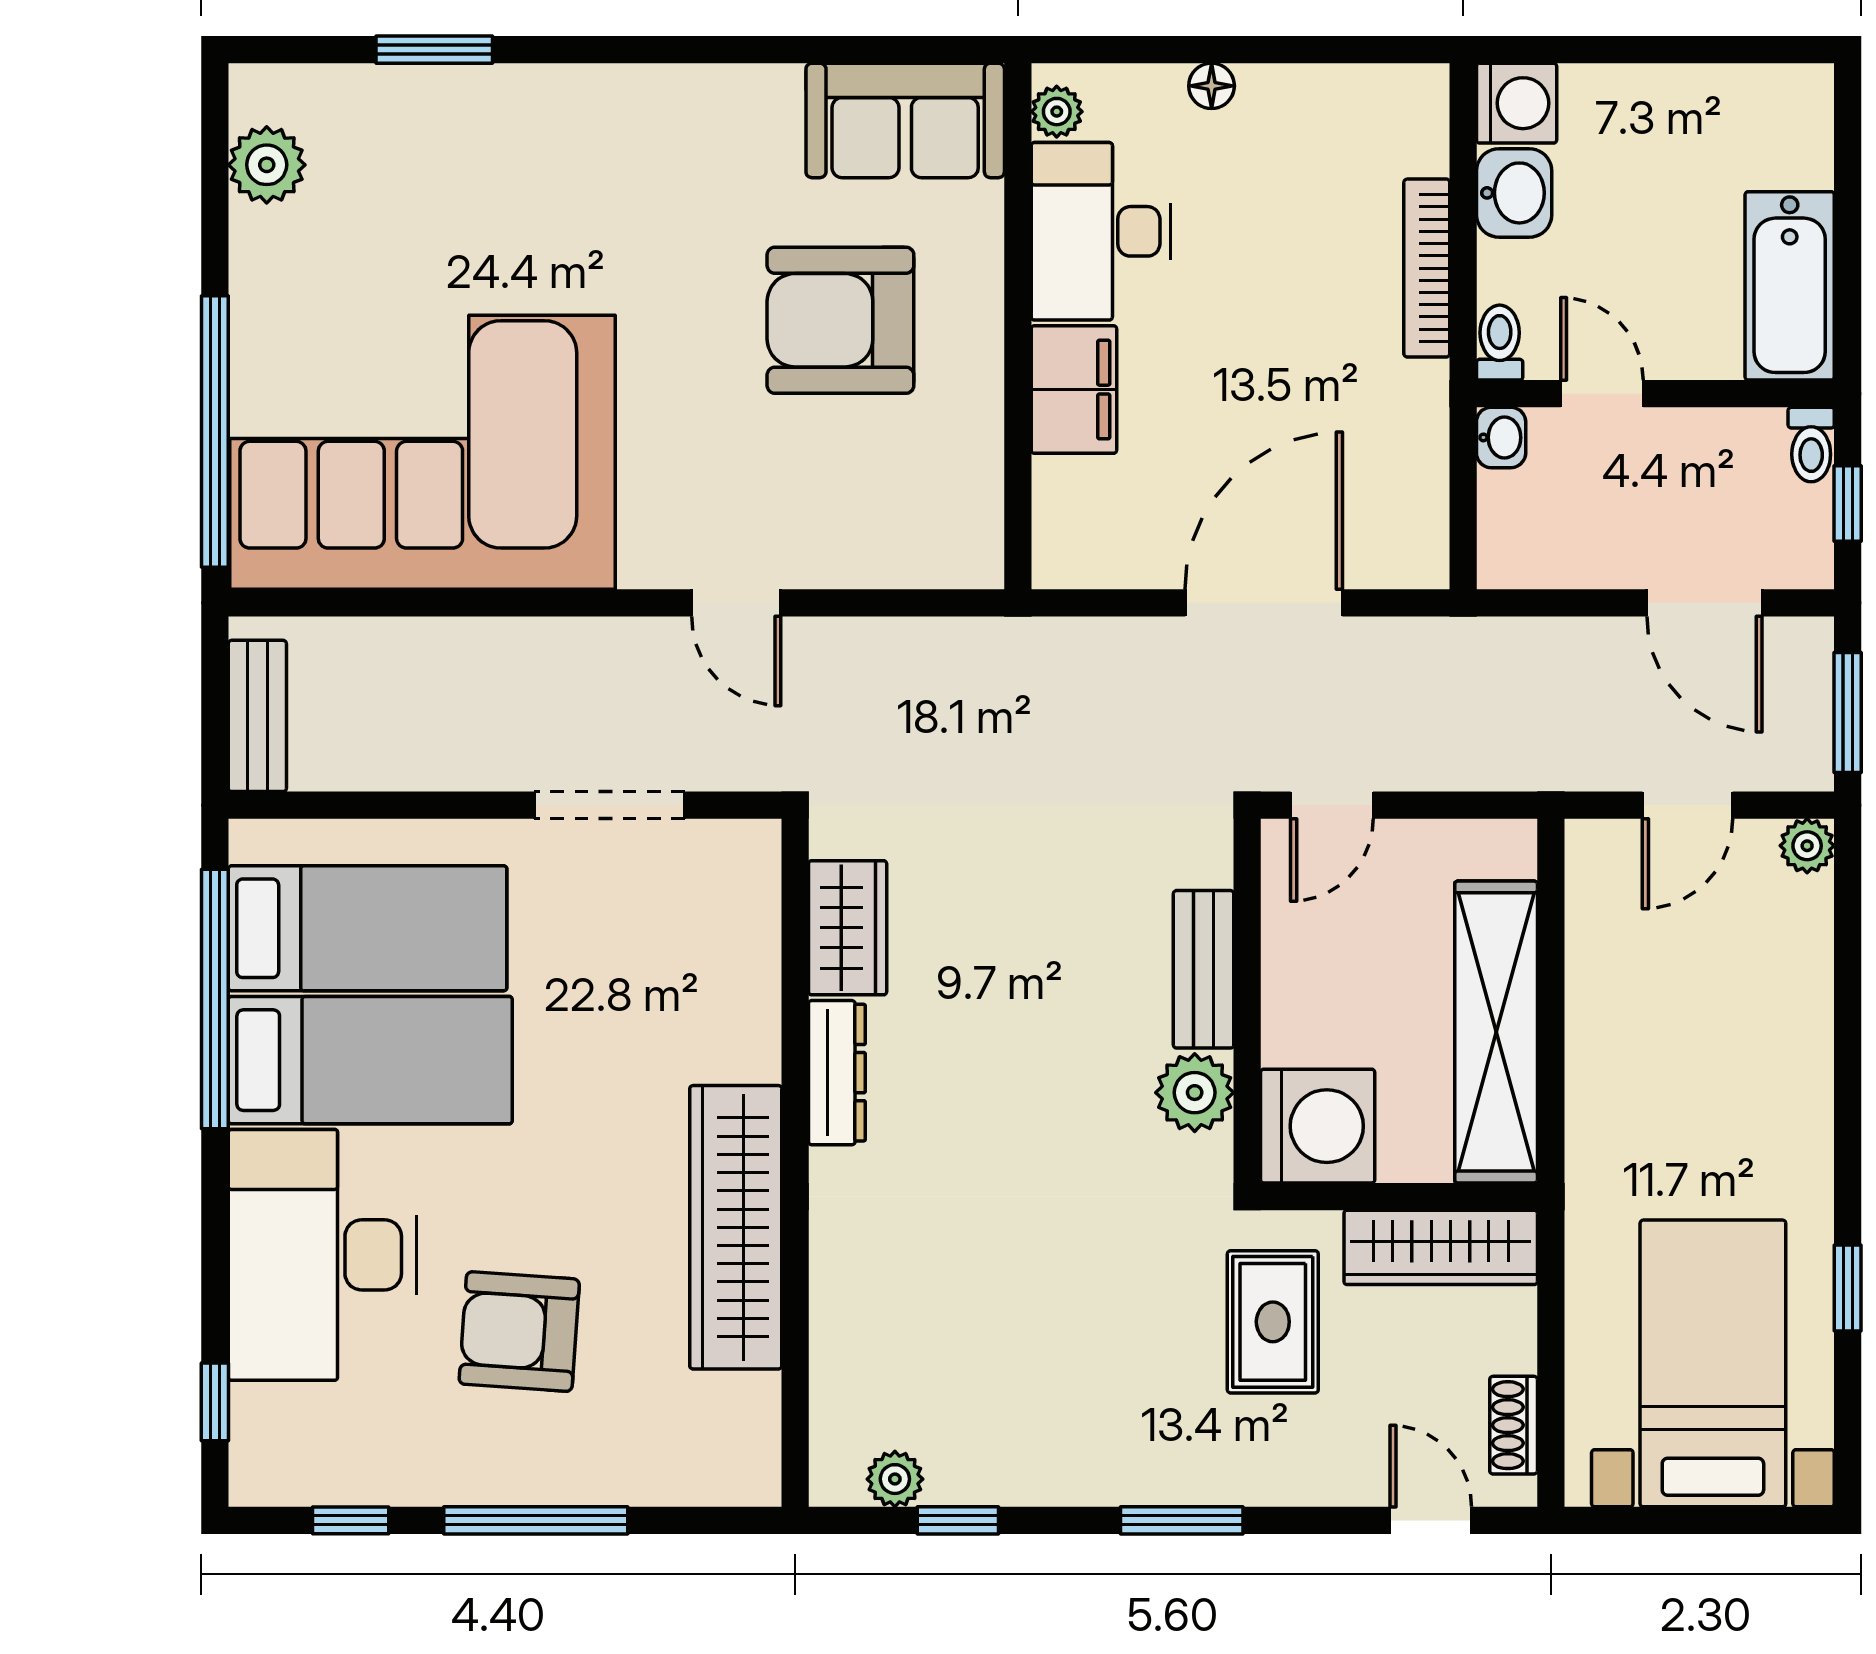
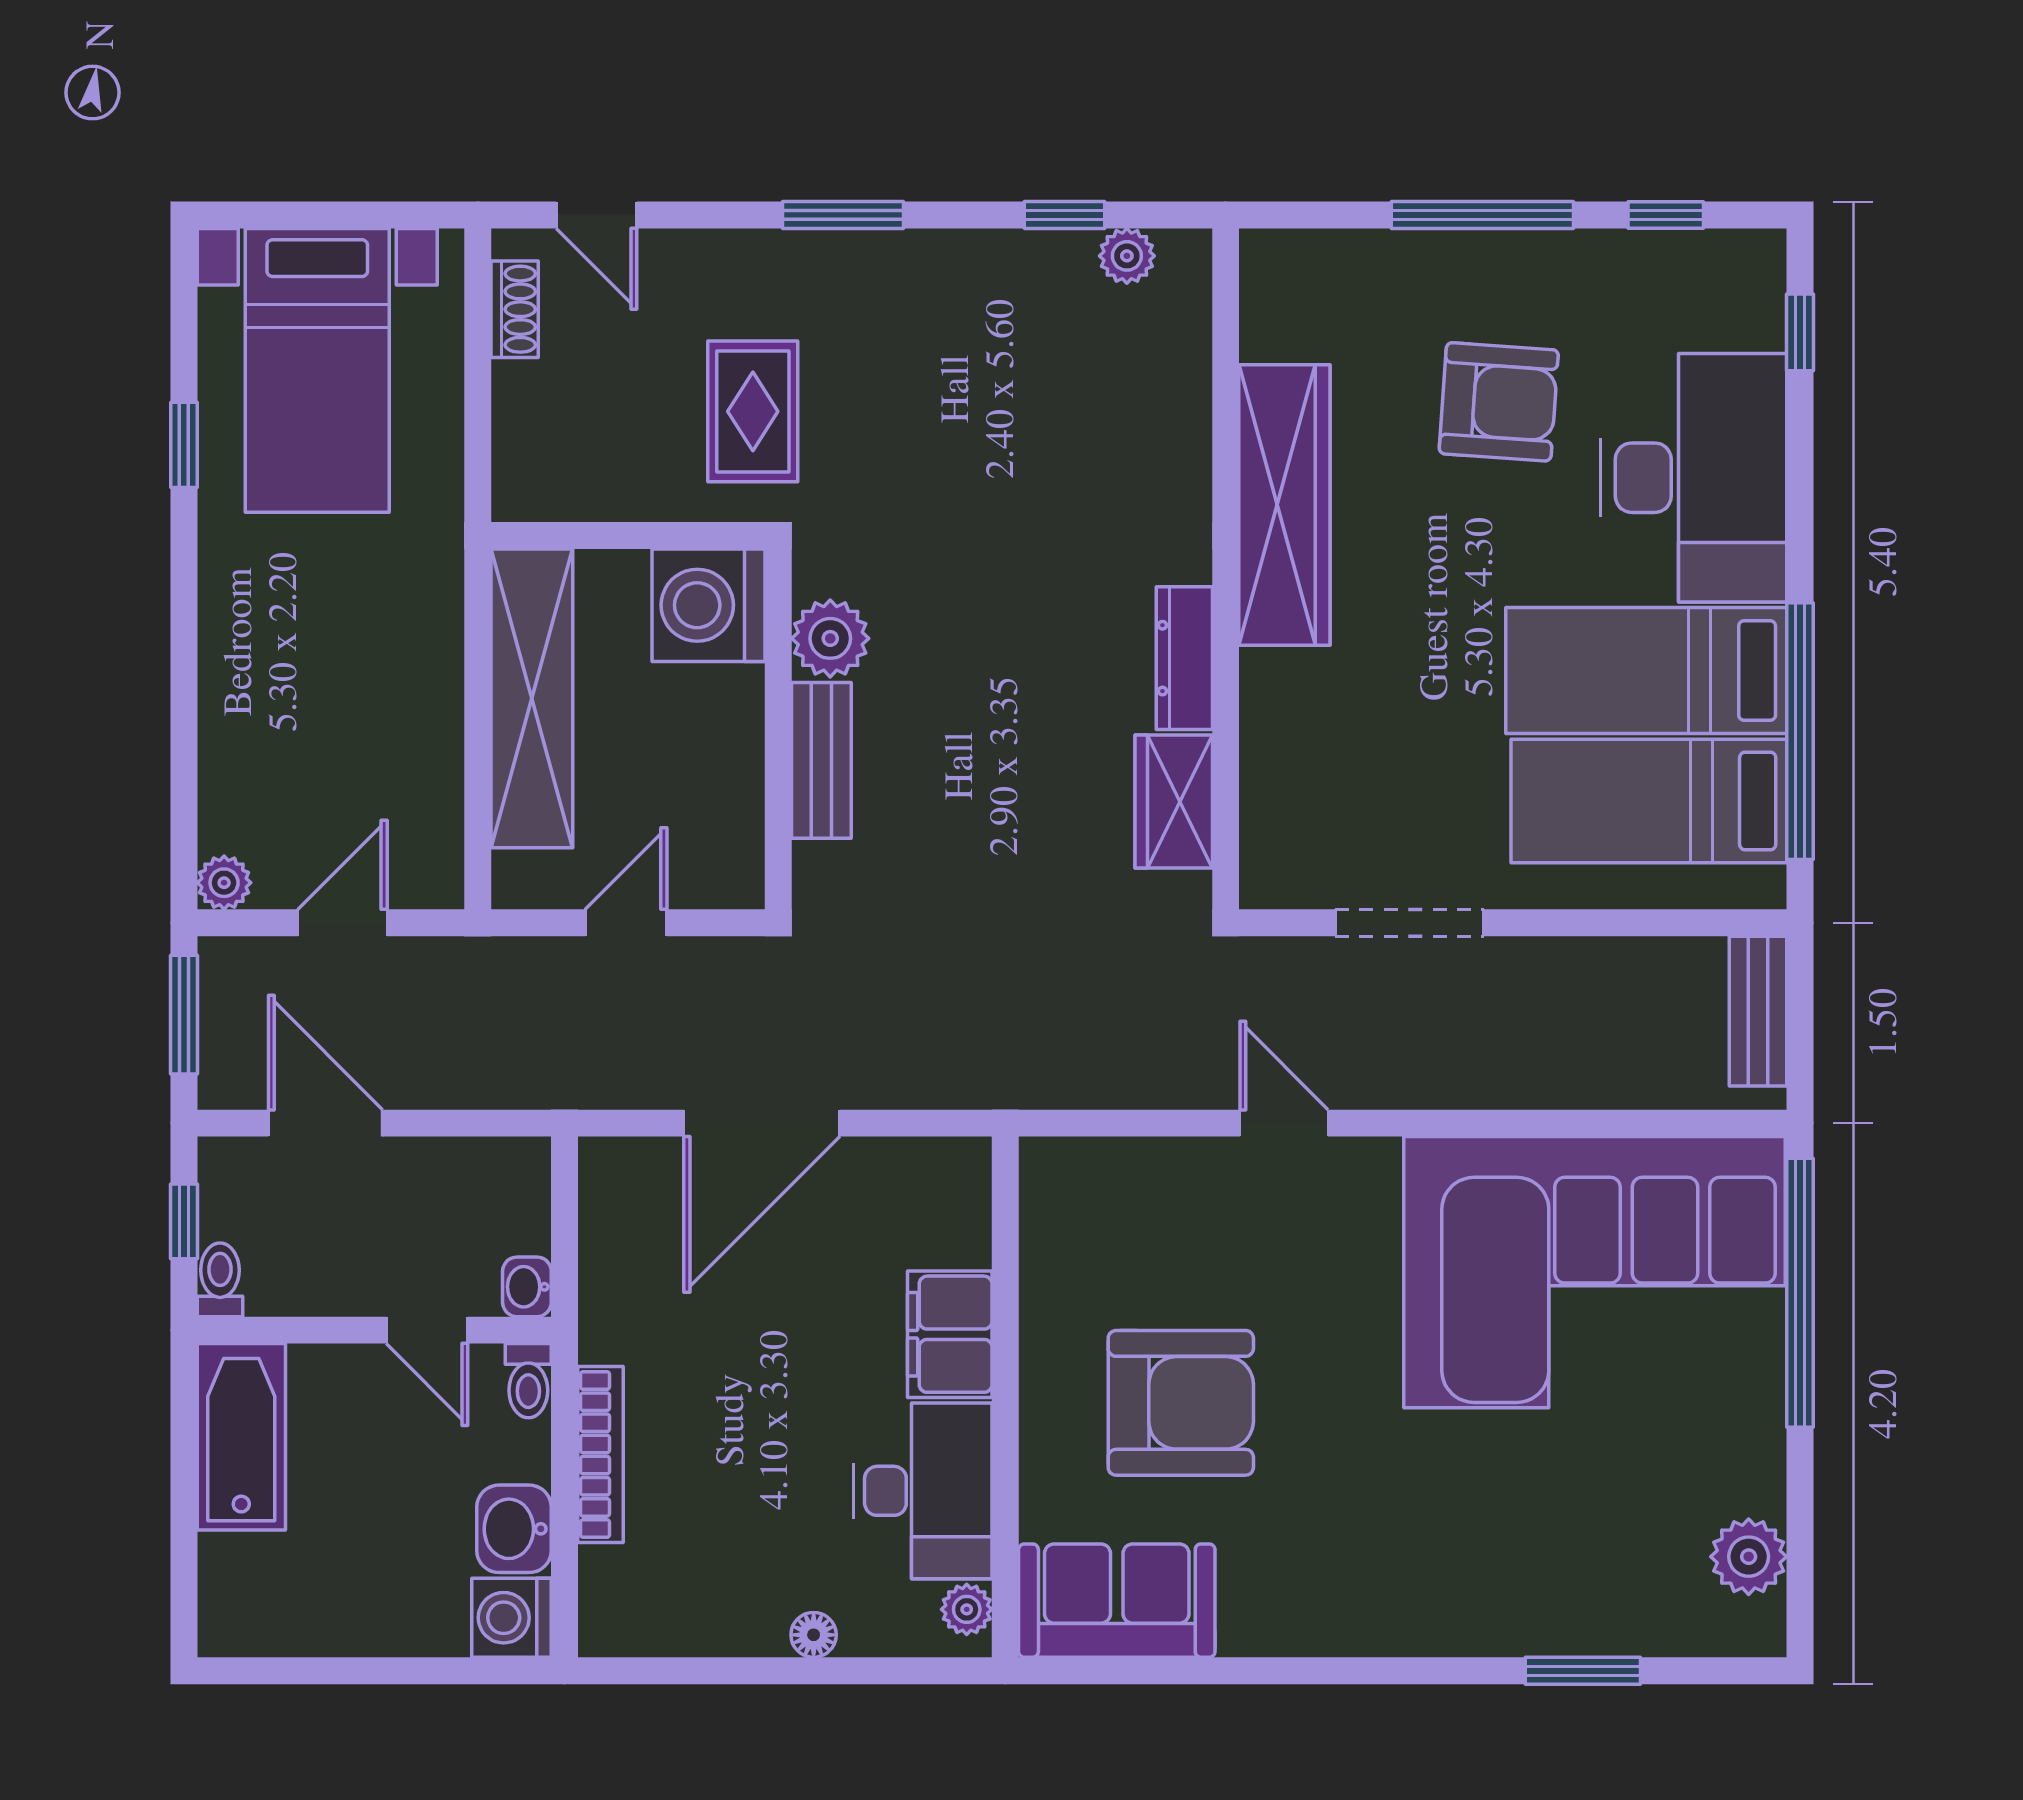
door: (1332, 805) -> (626, 923), moved
wardrobe: (1441, 1247) -> (587, 485), removed

